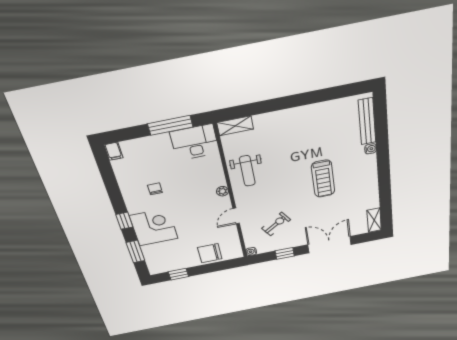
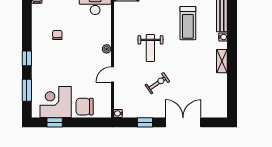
weight bench: (247, 171) -> (150, 48), moved
treadmill: (323, 179) -> (188, 23), moved
shelving: (374, 220) -> (222, 61), moved
exercise bike: (276, 224) -> (157, 83), moved
corner desk: (154, 227) -> (56, 102), moved, turned -90

